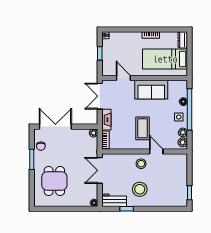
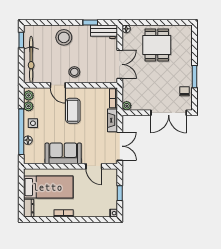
bicycle: (180, 175) -> (31, 60), added
dining table: (54, 181) -> (157, 45), moved
stool: (140, 189) -> (64, 37), moved

